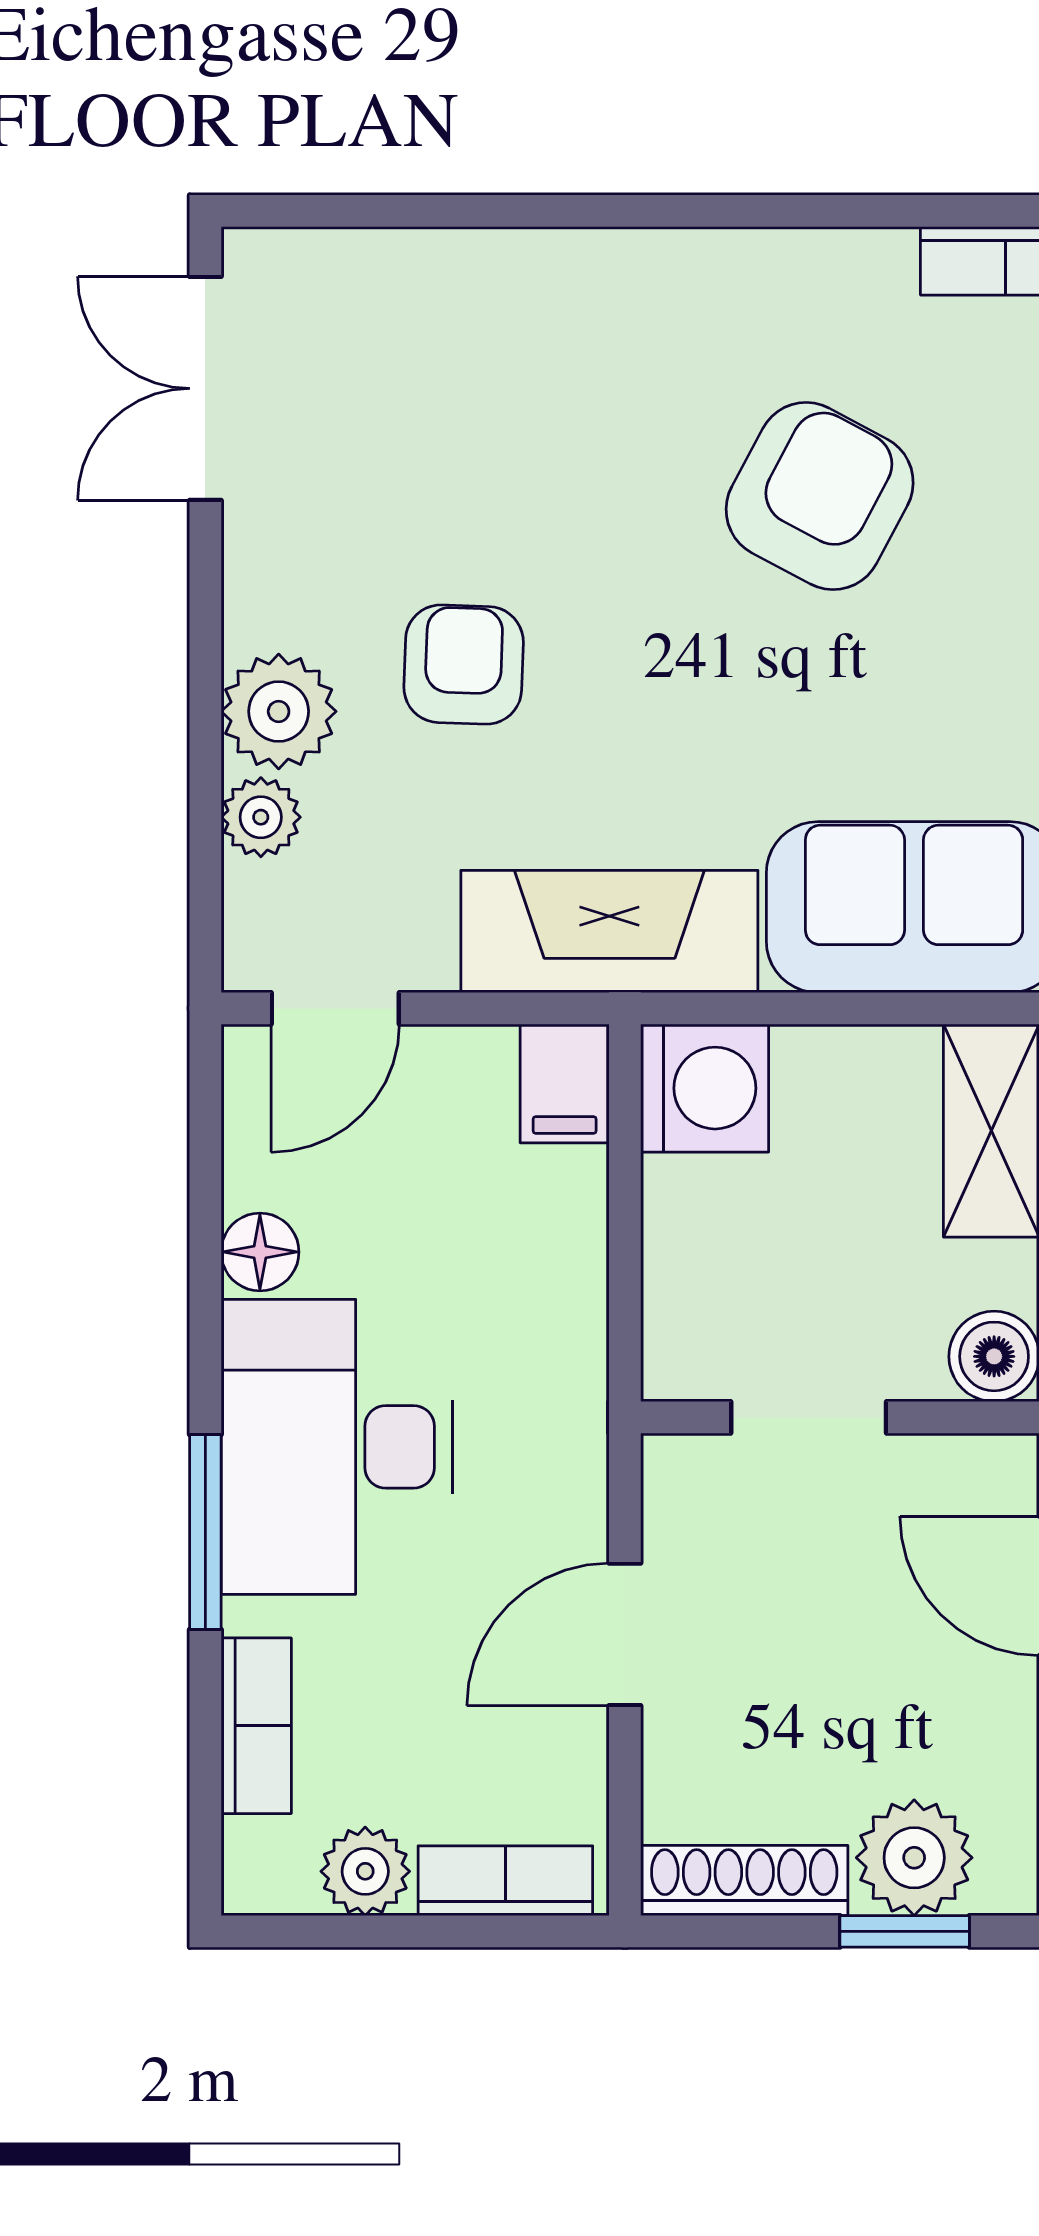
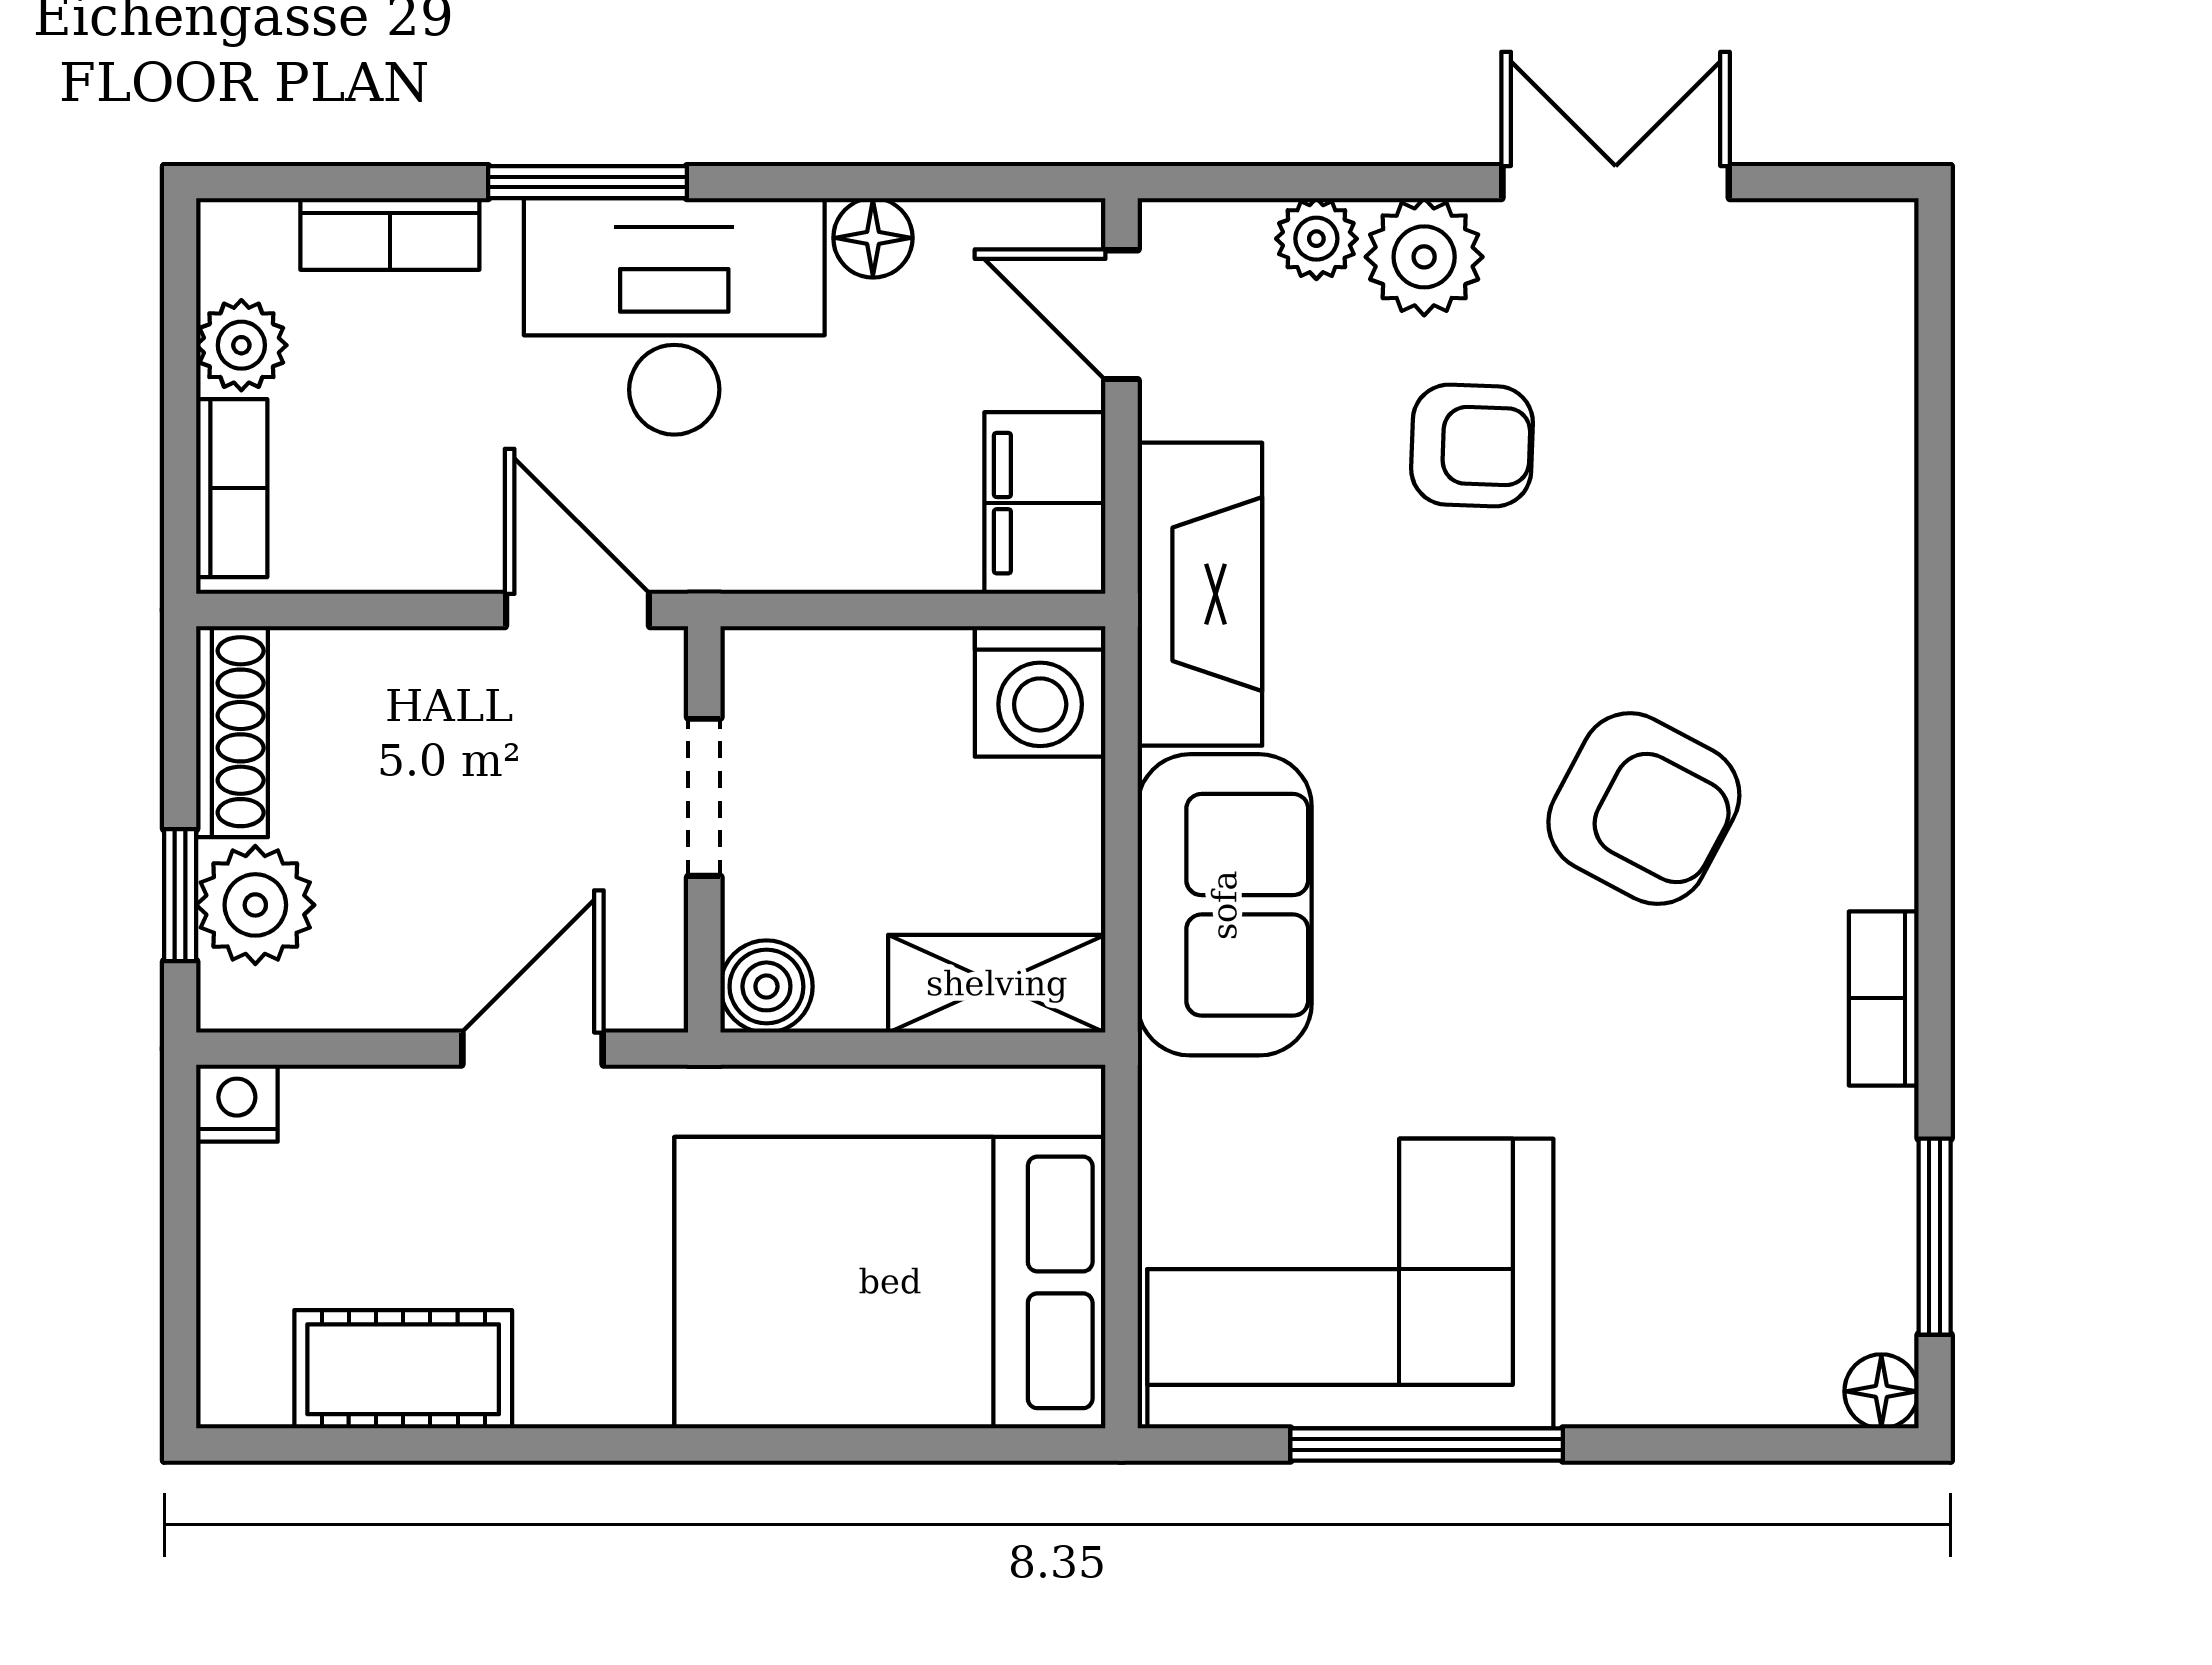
double door: (205, 388) -> (1616, 182), moved
filing cabinet: (565, 1083) -> (1045, 503), width x2.00
door: (625, 1634) -> (577, 610), moved

